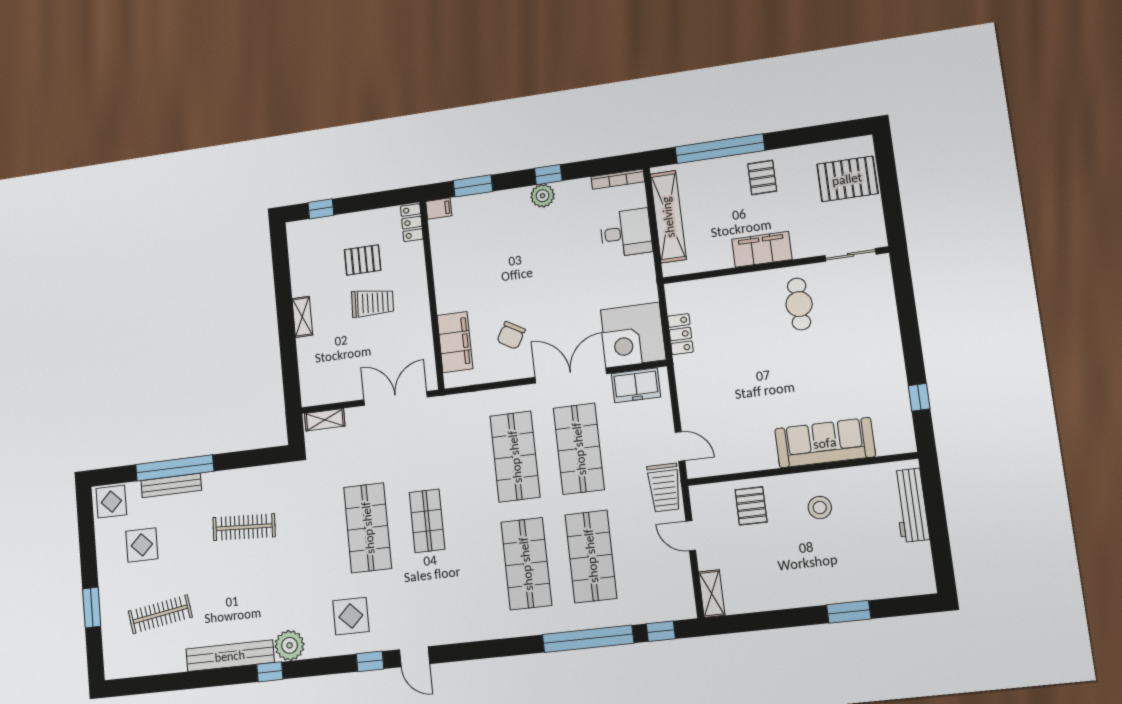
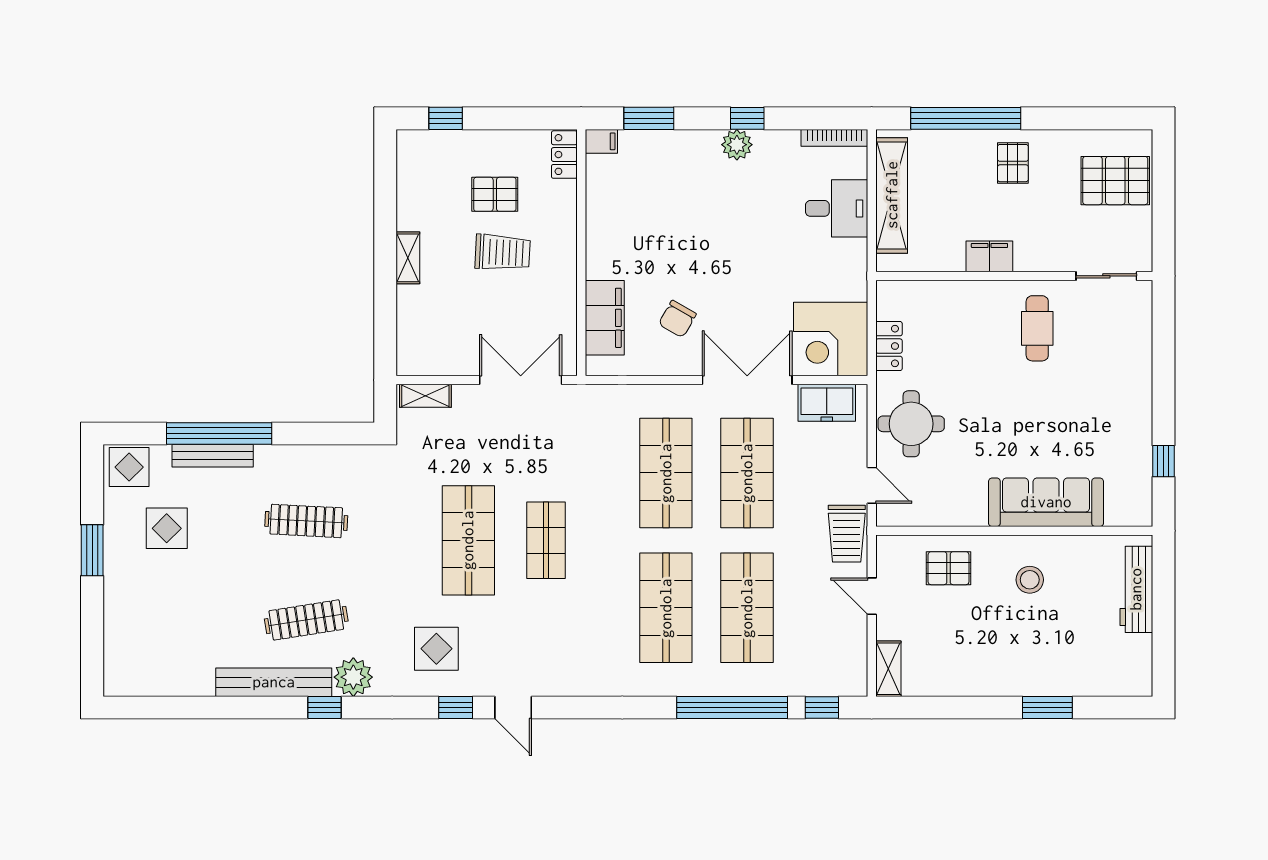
filing cabinet: (762, 249) -> (989, 256), width x0.67, depth x0.86
round table: (706, 393) -> (911, 424), added
pallet: (751, 506) -> (949, 568), turned 90
window: (92, 608) -> (92, 550), moved
clothes rail: (160, 614) -> (306, 620), moved

